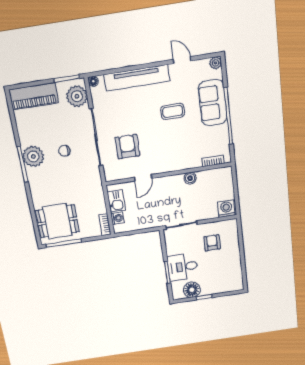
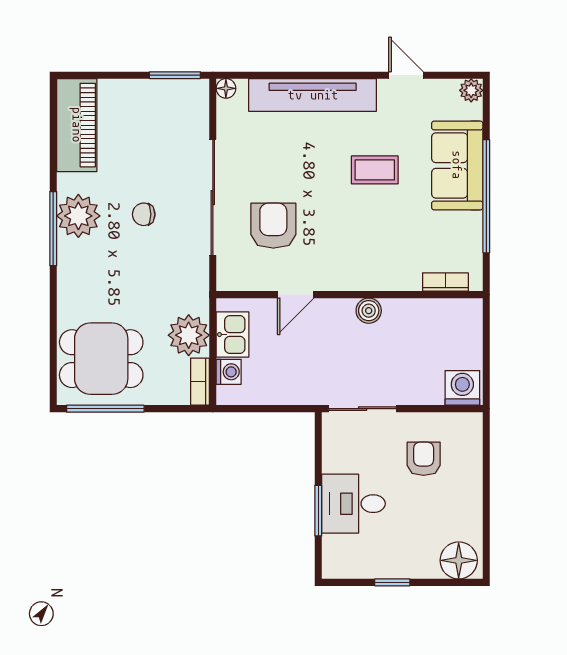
piano: (34, 96) -> (77, 125), moved, turned -90
plant: (77, 96) -> (189, 335), moved
boiler: (190, 178) -> (369, 311), moved
floor lamp: (192, 290) -> (459, 560), moved

